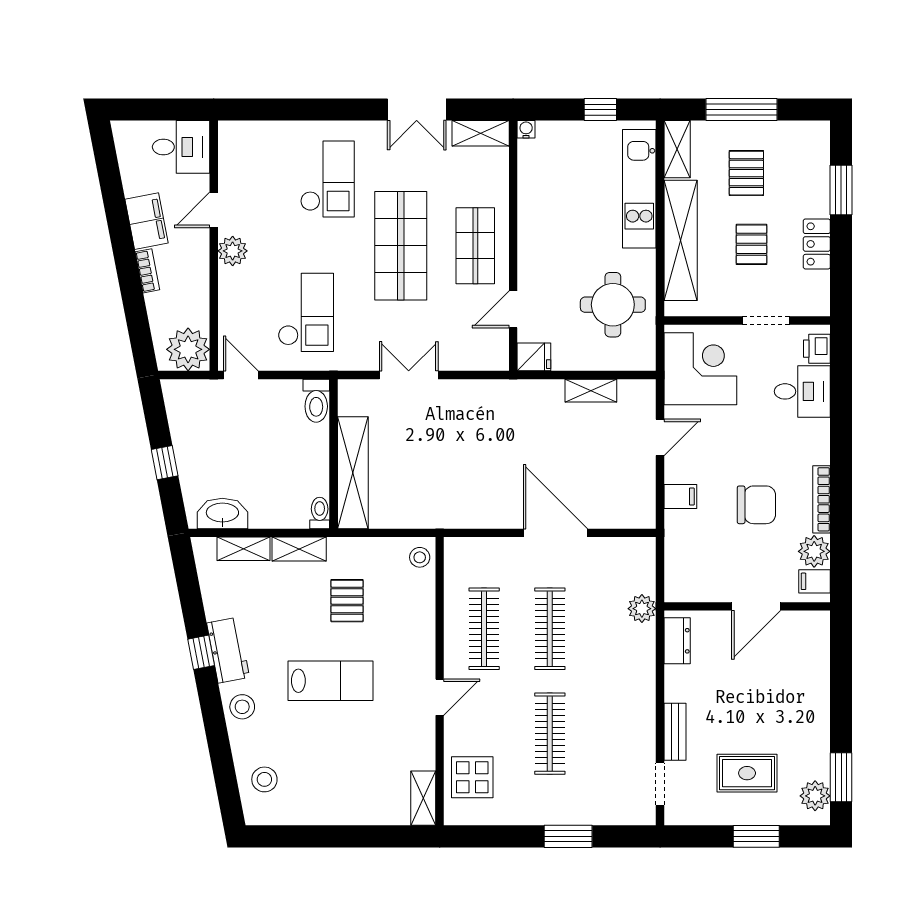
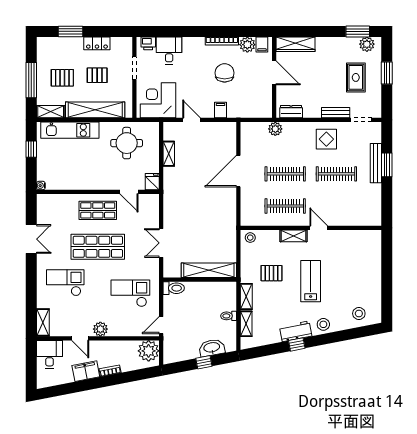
shelving: (481, 133) -> (43, 322), moved
washbasin: (222, 513) -> (212, 348), moved, turned 79
toilet: (320, 513) -> (229, 316), moved
wardrobe: (815, 650) -> (296, 44), added
display table: (472, 777) -> (326, 139), moved
shelving: (423, 798) -> (293, 236), moved
bench: (572, 814) -> (376, 163), added

